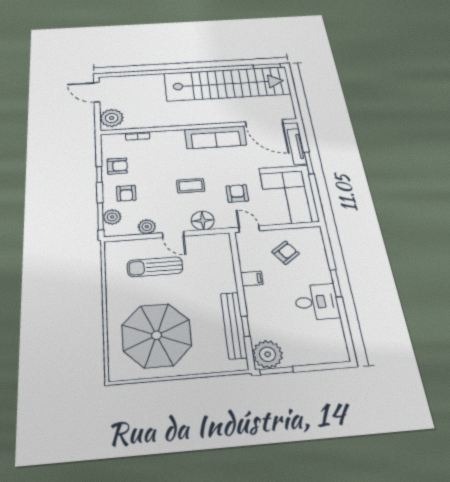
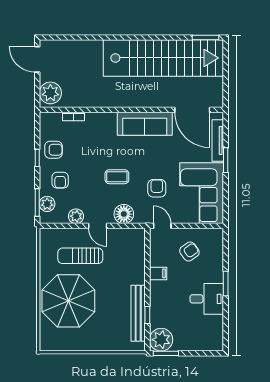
parasol: (157, 335) -> (68, 301), moved

